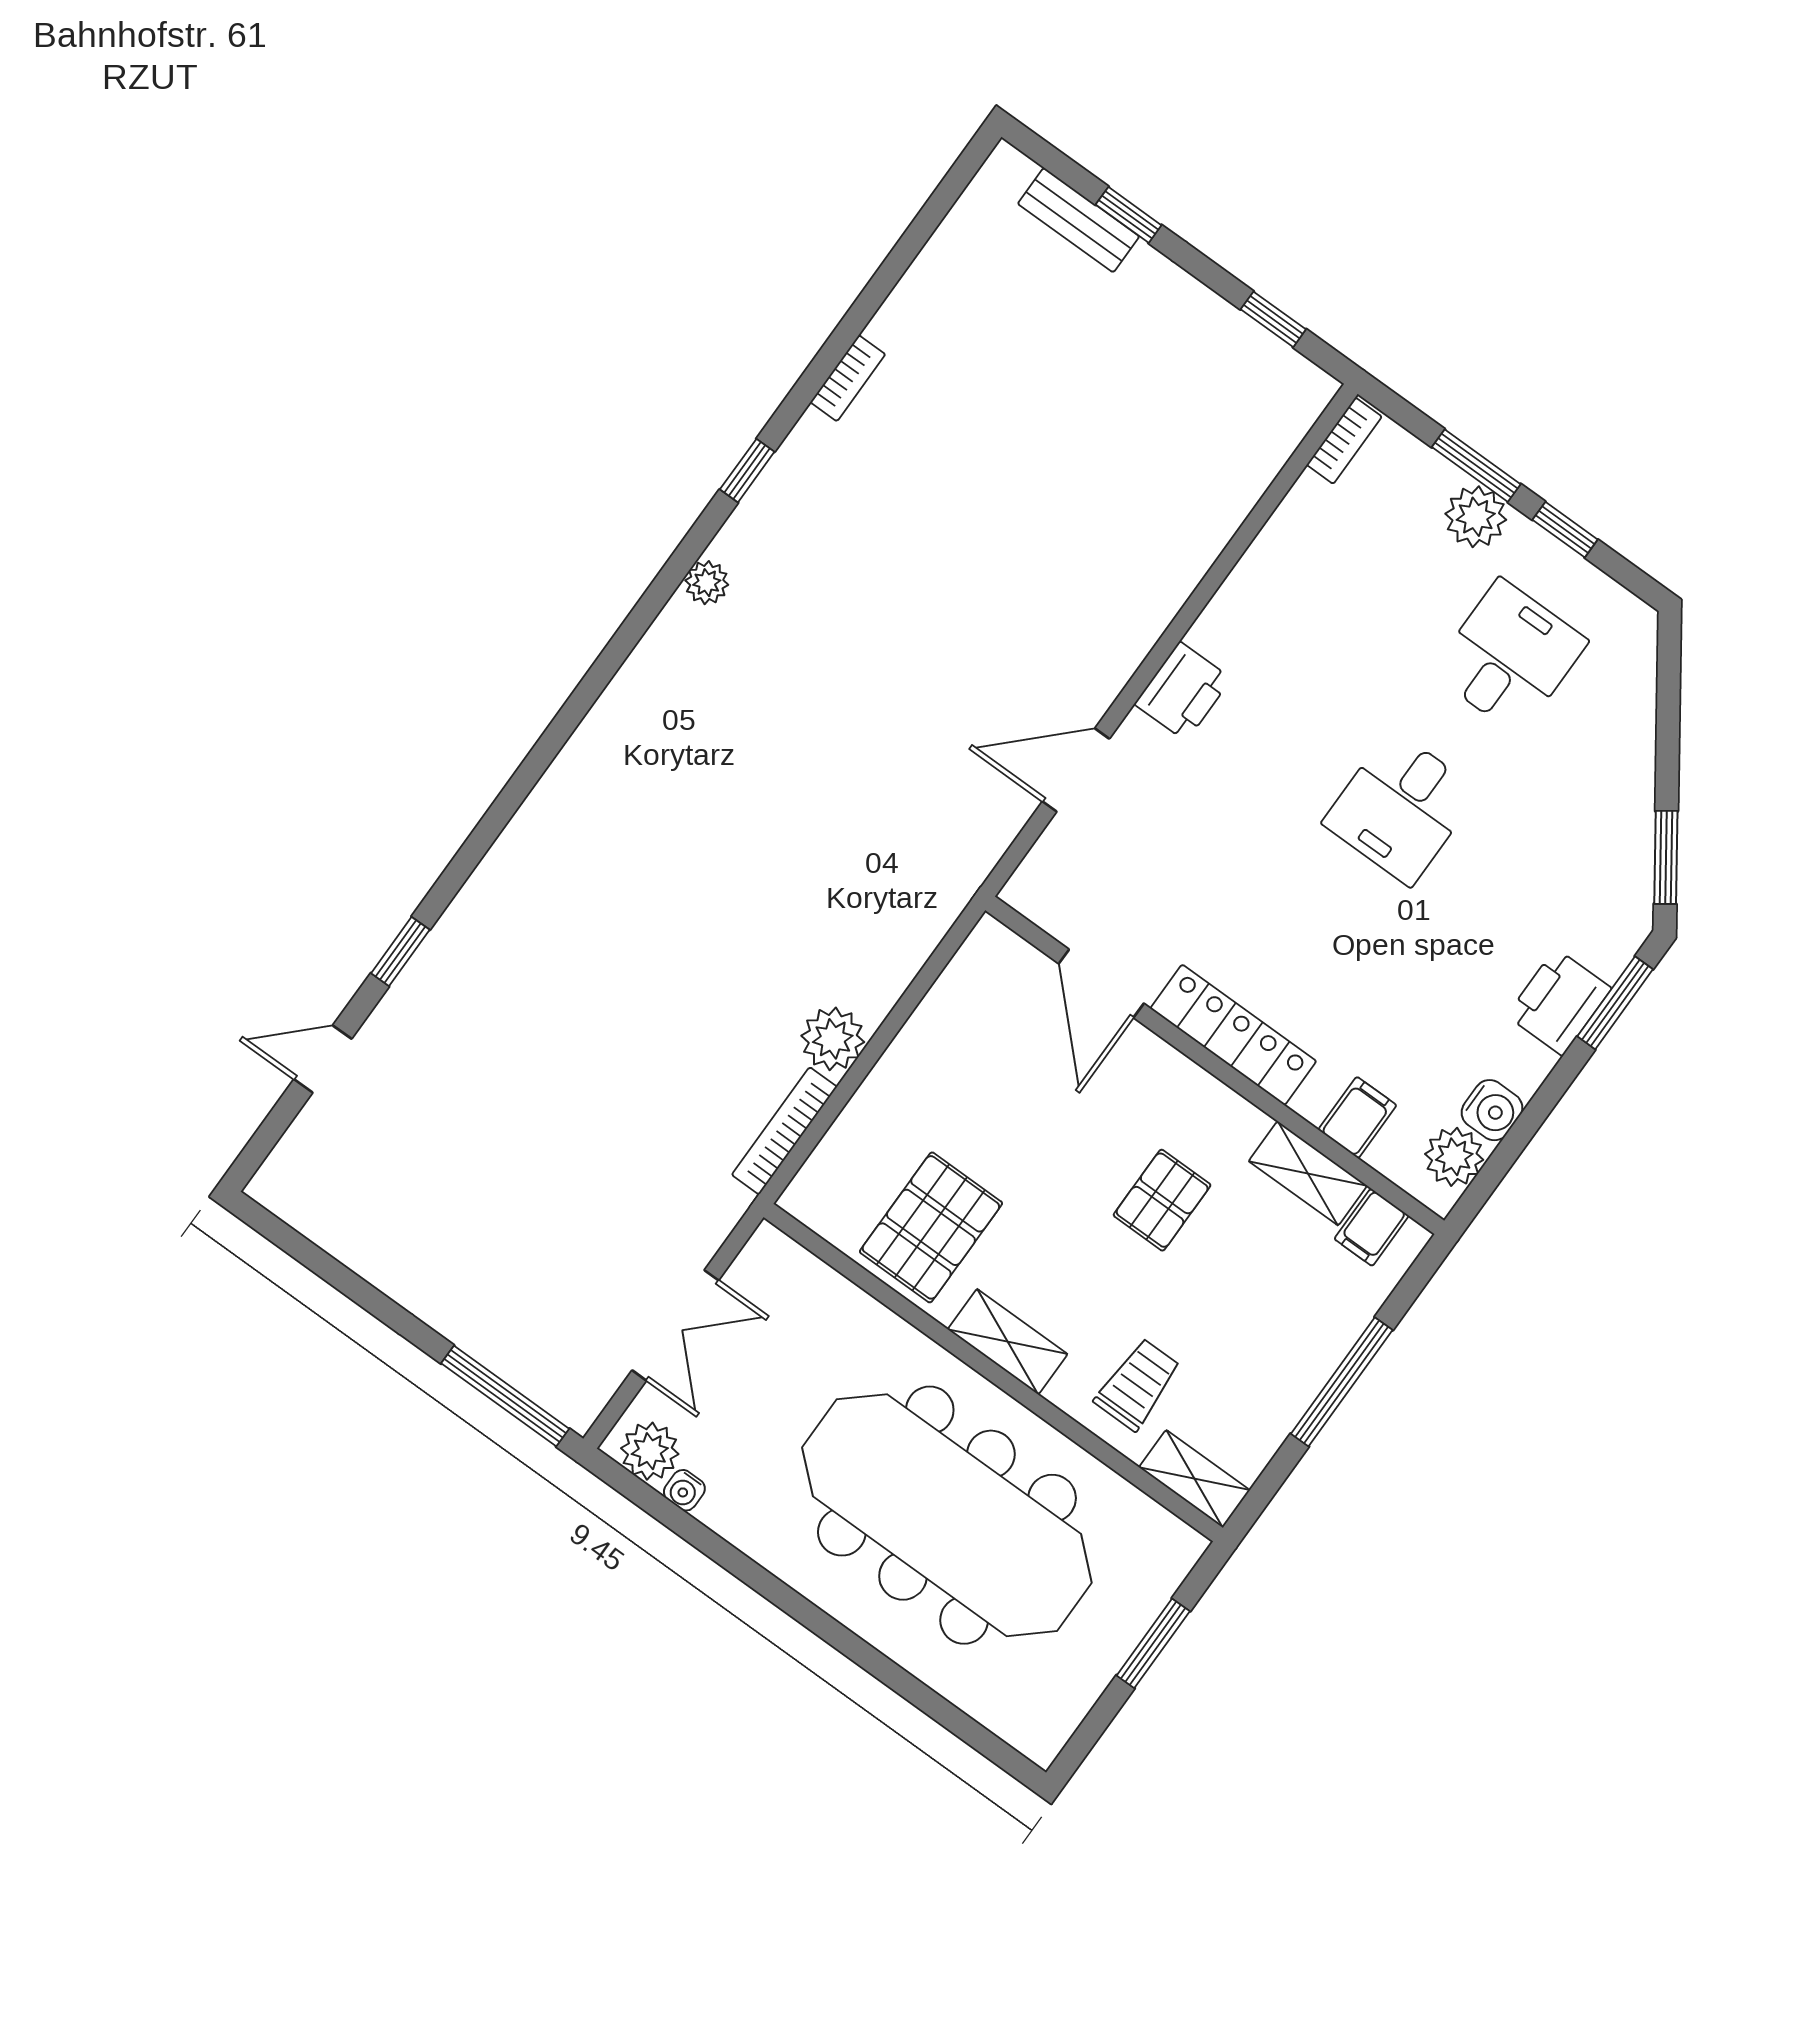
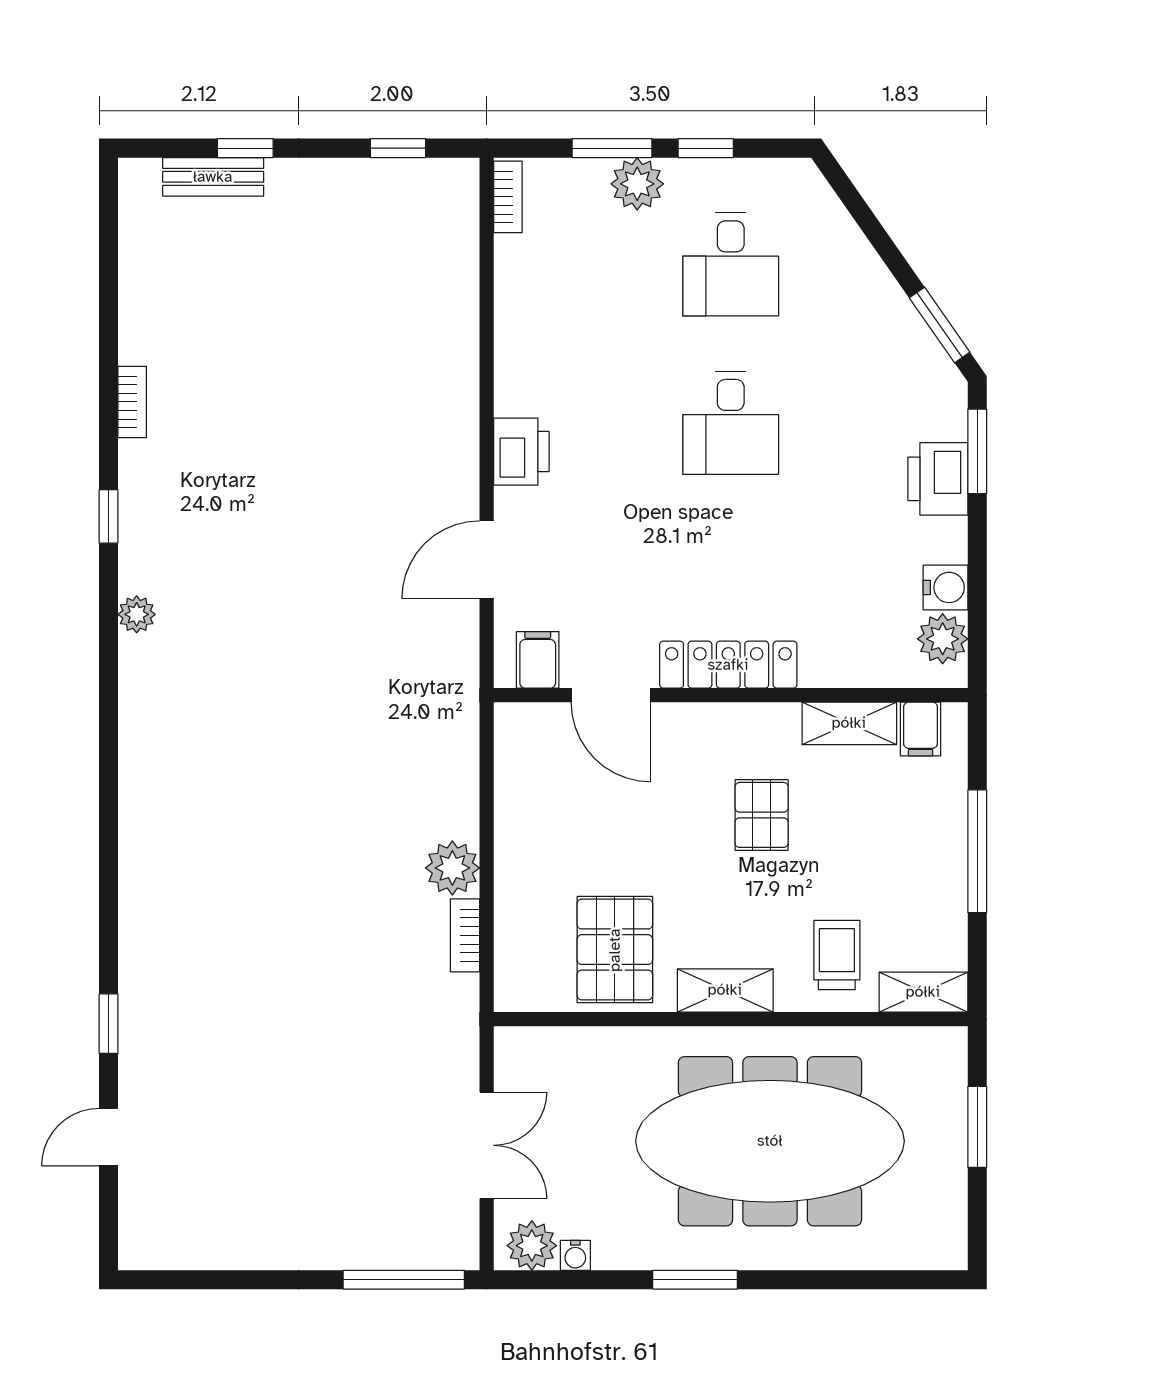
desk: (1509, 657) -> (731, 264), turned 180
filing cabinet: (1357, 1117) -> (538, 660), moved
bookcase: (784, 1131) -> (465, 935), width x0.64
window: (781, 1595) -> (695, 1280), added

